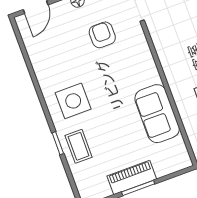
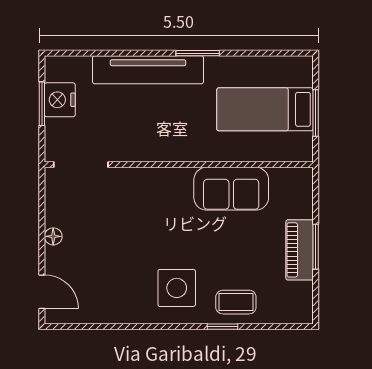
armchair: (102, 35) -> (107, 221), removed

